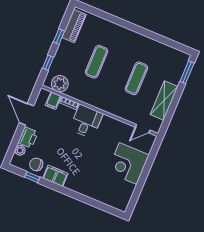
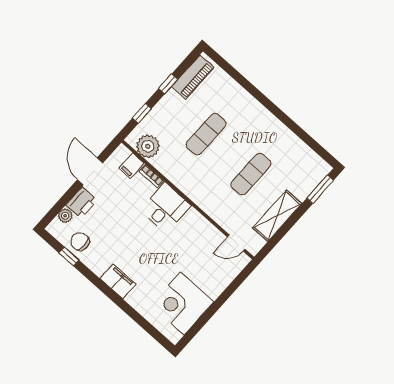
corner desk: (128, 164) -> (182, 304), moved
filing cabinet: (55, 176) -> (118, 281), moved

